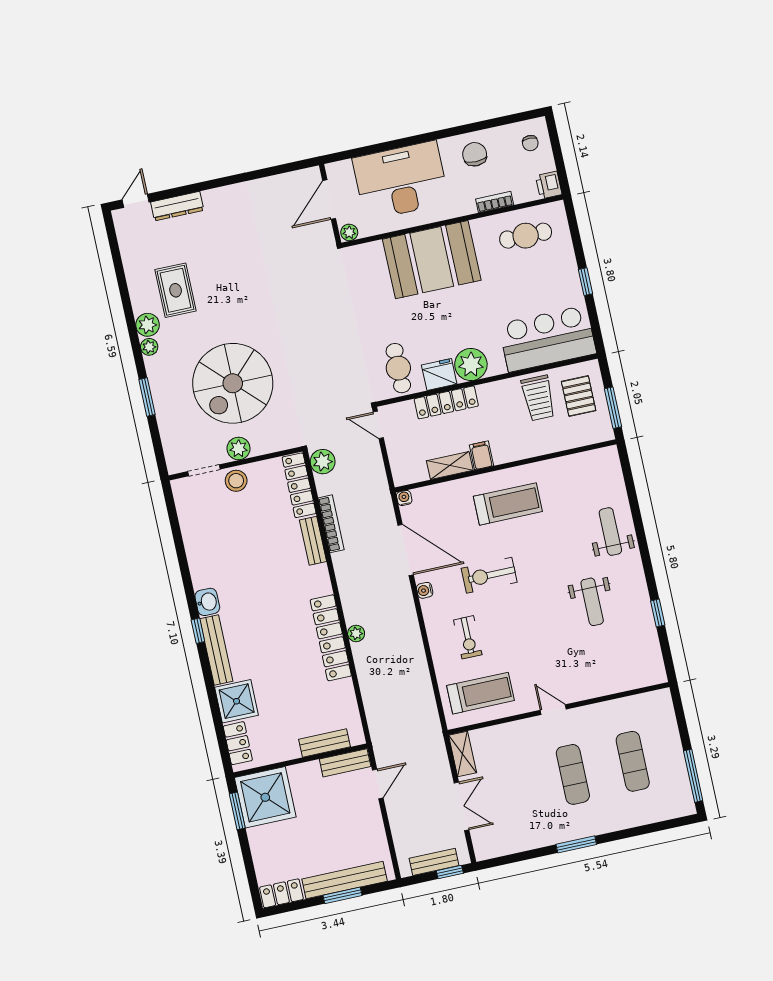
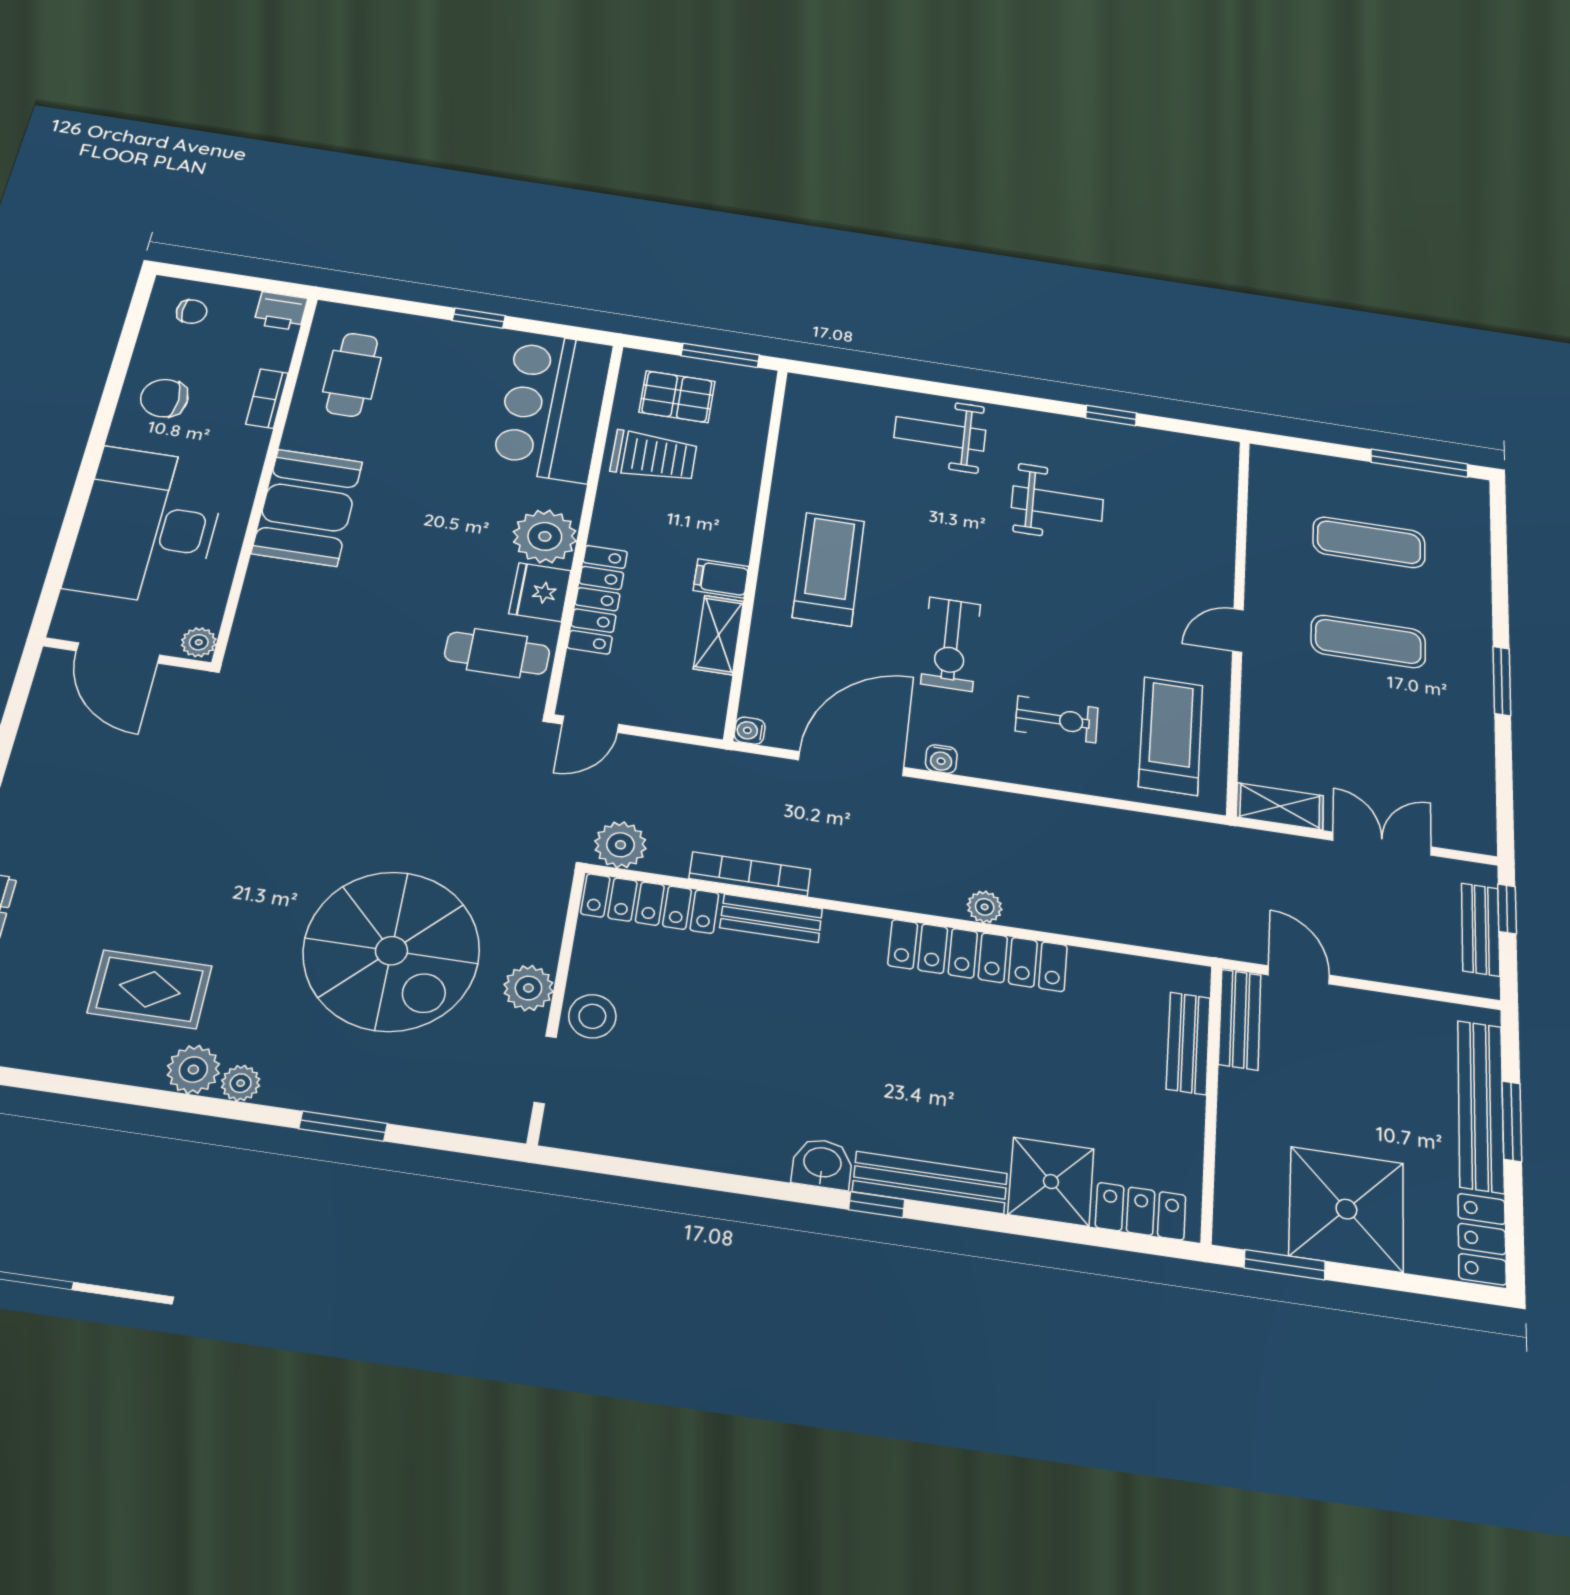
booth: (432, 260) -> (307, 507), width x0.73, depth x0.70
shower: (265, 797) -> (1346, 1209), moved

